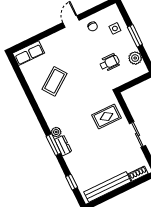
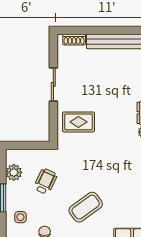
wheelchair: (110, 63) -> (45, 181), turned 115
coffee table: (55, 81) -> (86, 207), moved

